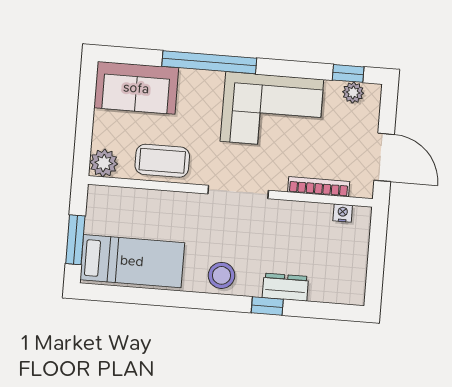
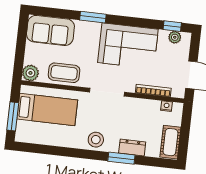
window: (209, 62) -> (93, 17), width x0.47
bed: (132, 261) -> (47, 110), moved
cot: (352, 275) -> (170, 142), added
window: (267, 306) -> (121, 158), width x1.50

